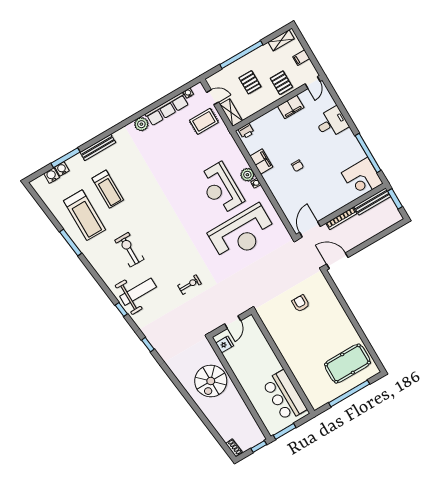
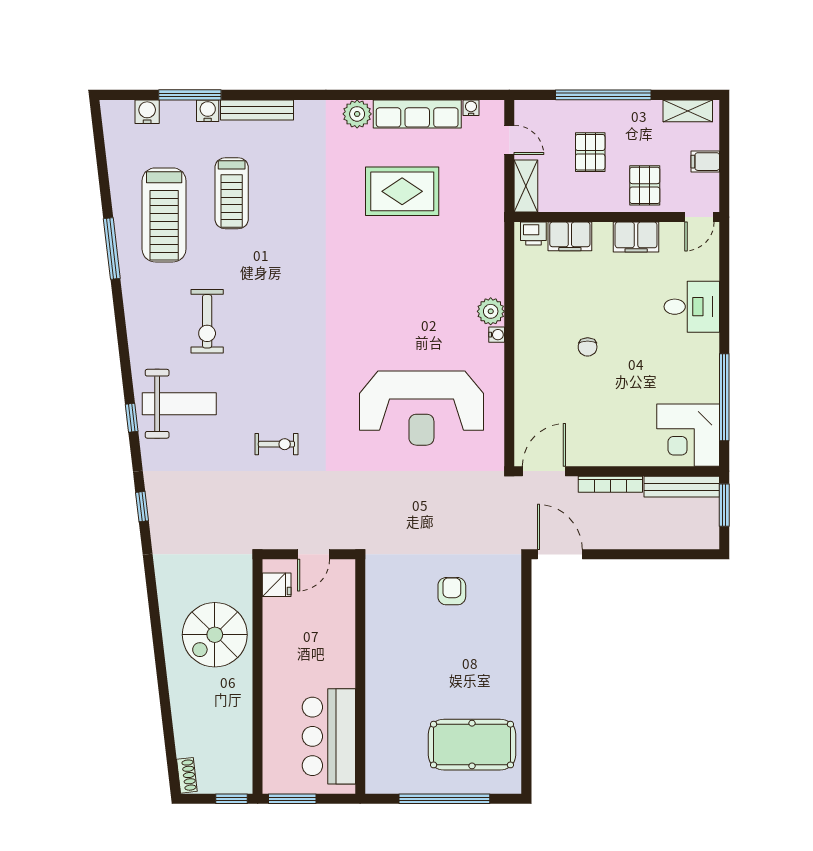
rug: (204, 121) -> (402, 191), moved, width x1.36, depth x1.43
filing cabinet: (261, 162) -> (570, 236), moved, turned 90
water cooler: (62, 169) -> (208, 111), moved
reception desk: (221, 188) -> (430, 308), removed
exercise bike: (129, 250) -> (207, 321), turned 180

